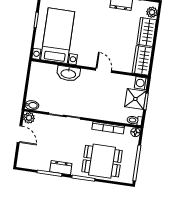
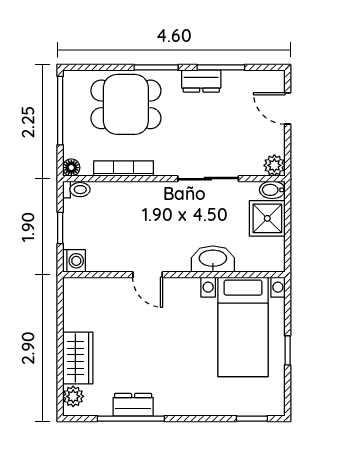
wardrobe: (142, 60) -> (78, 304), removed
shower: (135, 99) -> (267, 218), moved
door: (20, 134) -> (288, 108), moved

